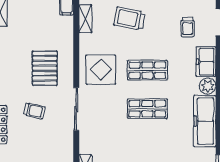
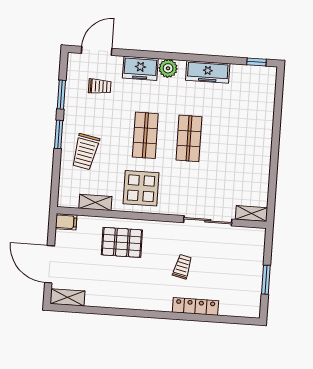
shelving: (85, 19) -> (95, 202), moved
pallet: (45, 68) -> (122, 242), moved
sliding door: (76, 109) -> (208, 221), moved
freezer: (205, 121) -> (208, 72), width x0.73, depth x0.79

